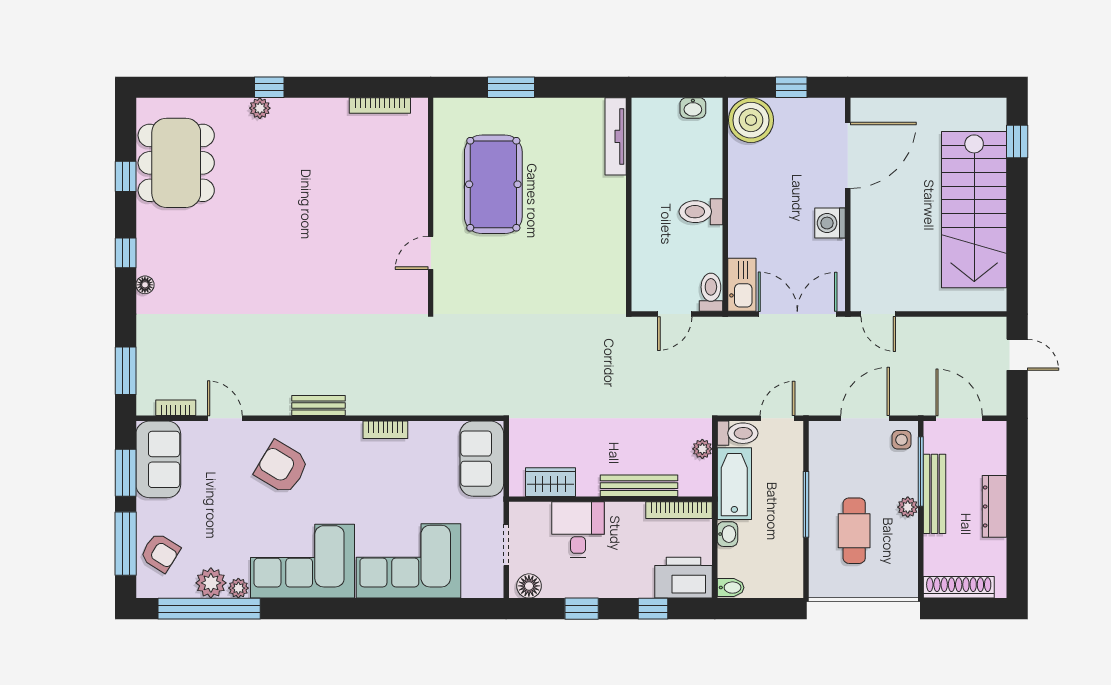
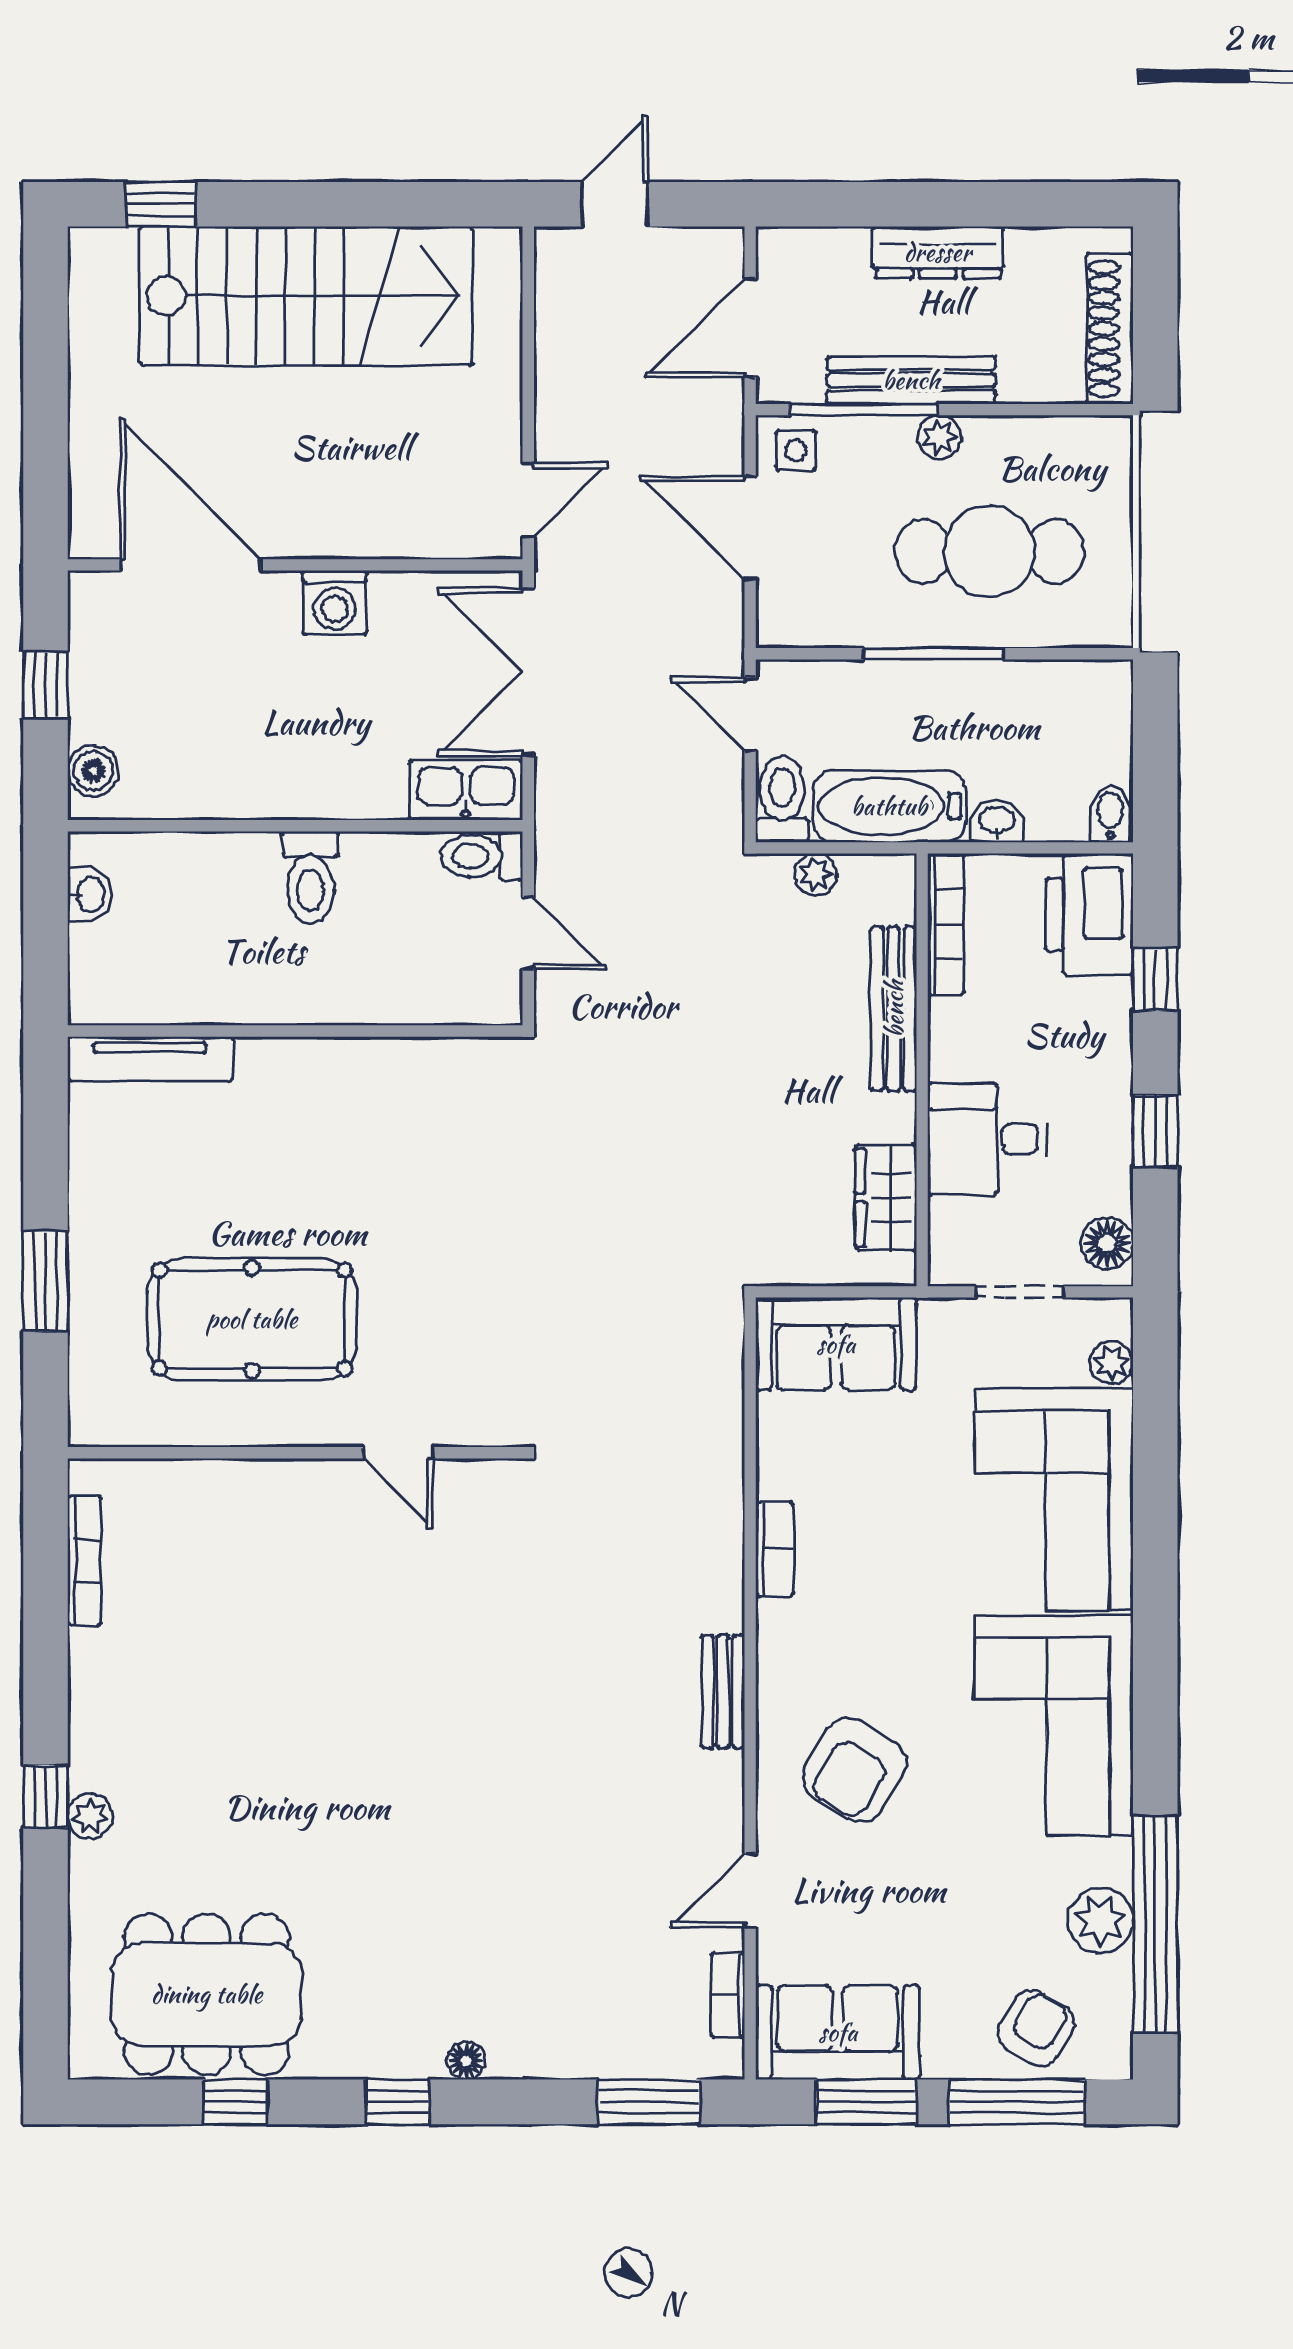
boiler: (751, 120) -> (93, 771), width x0.54, depth x0.54
cafe table: (854, 531) -> (989, 551), width x1.37, depth x1.35
plant: (238, 588) -> (1112, 1363), moved

